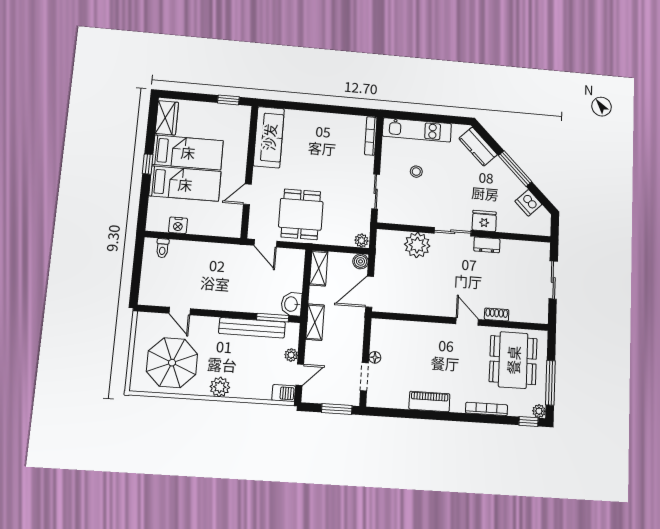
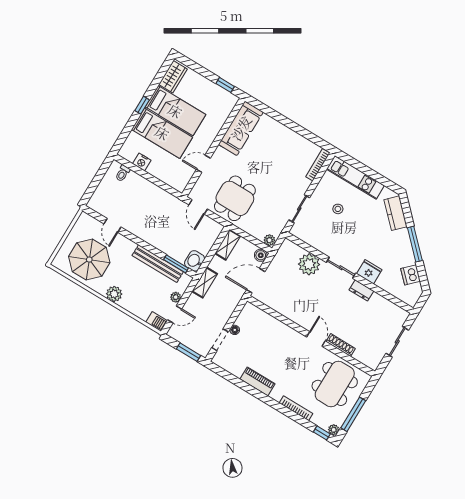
shoe rack: (497, 315) -> (341, 345), width x1.43

